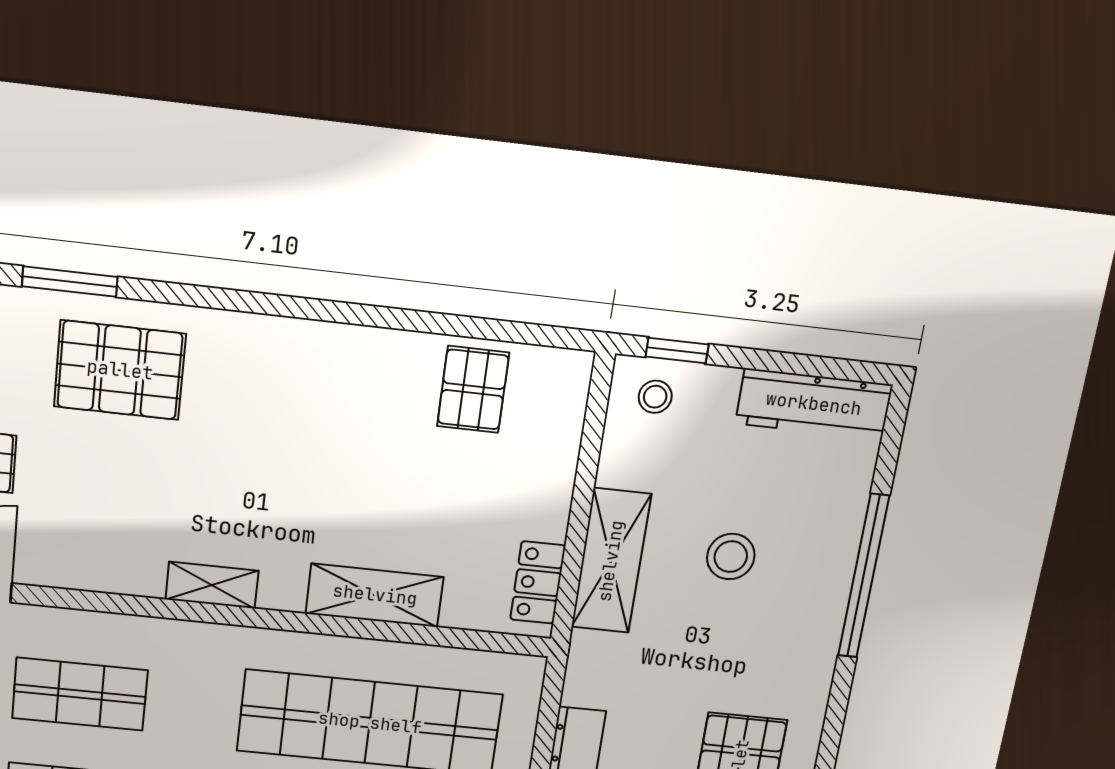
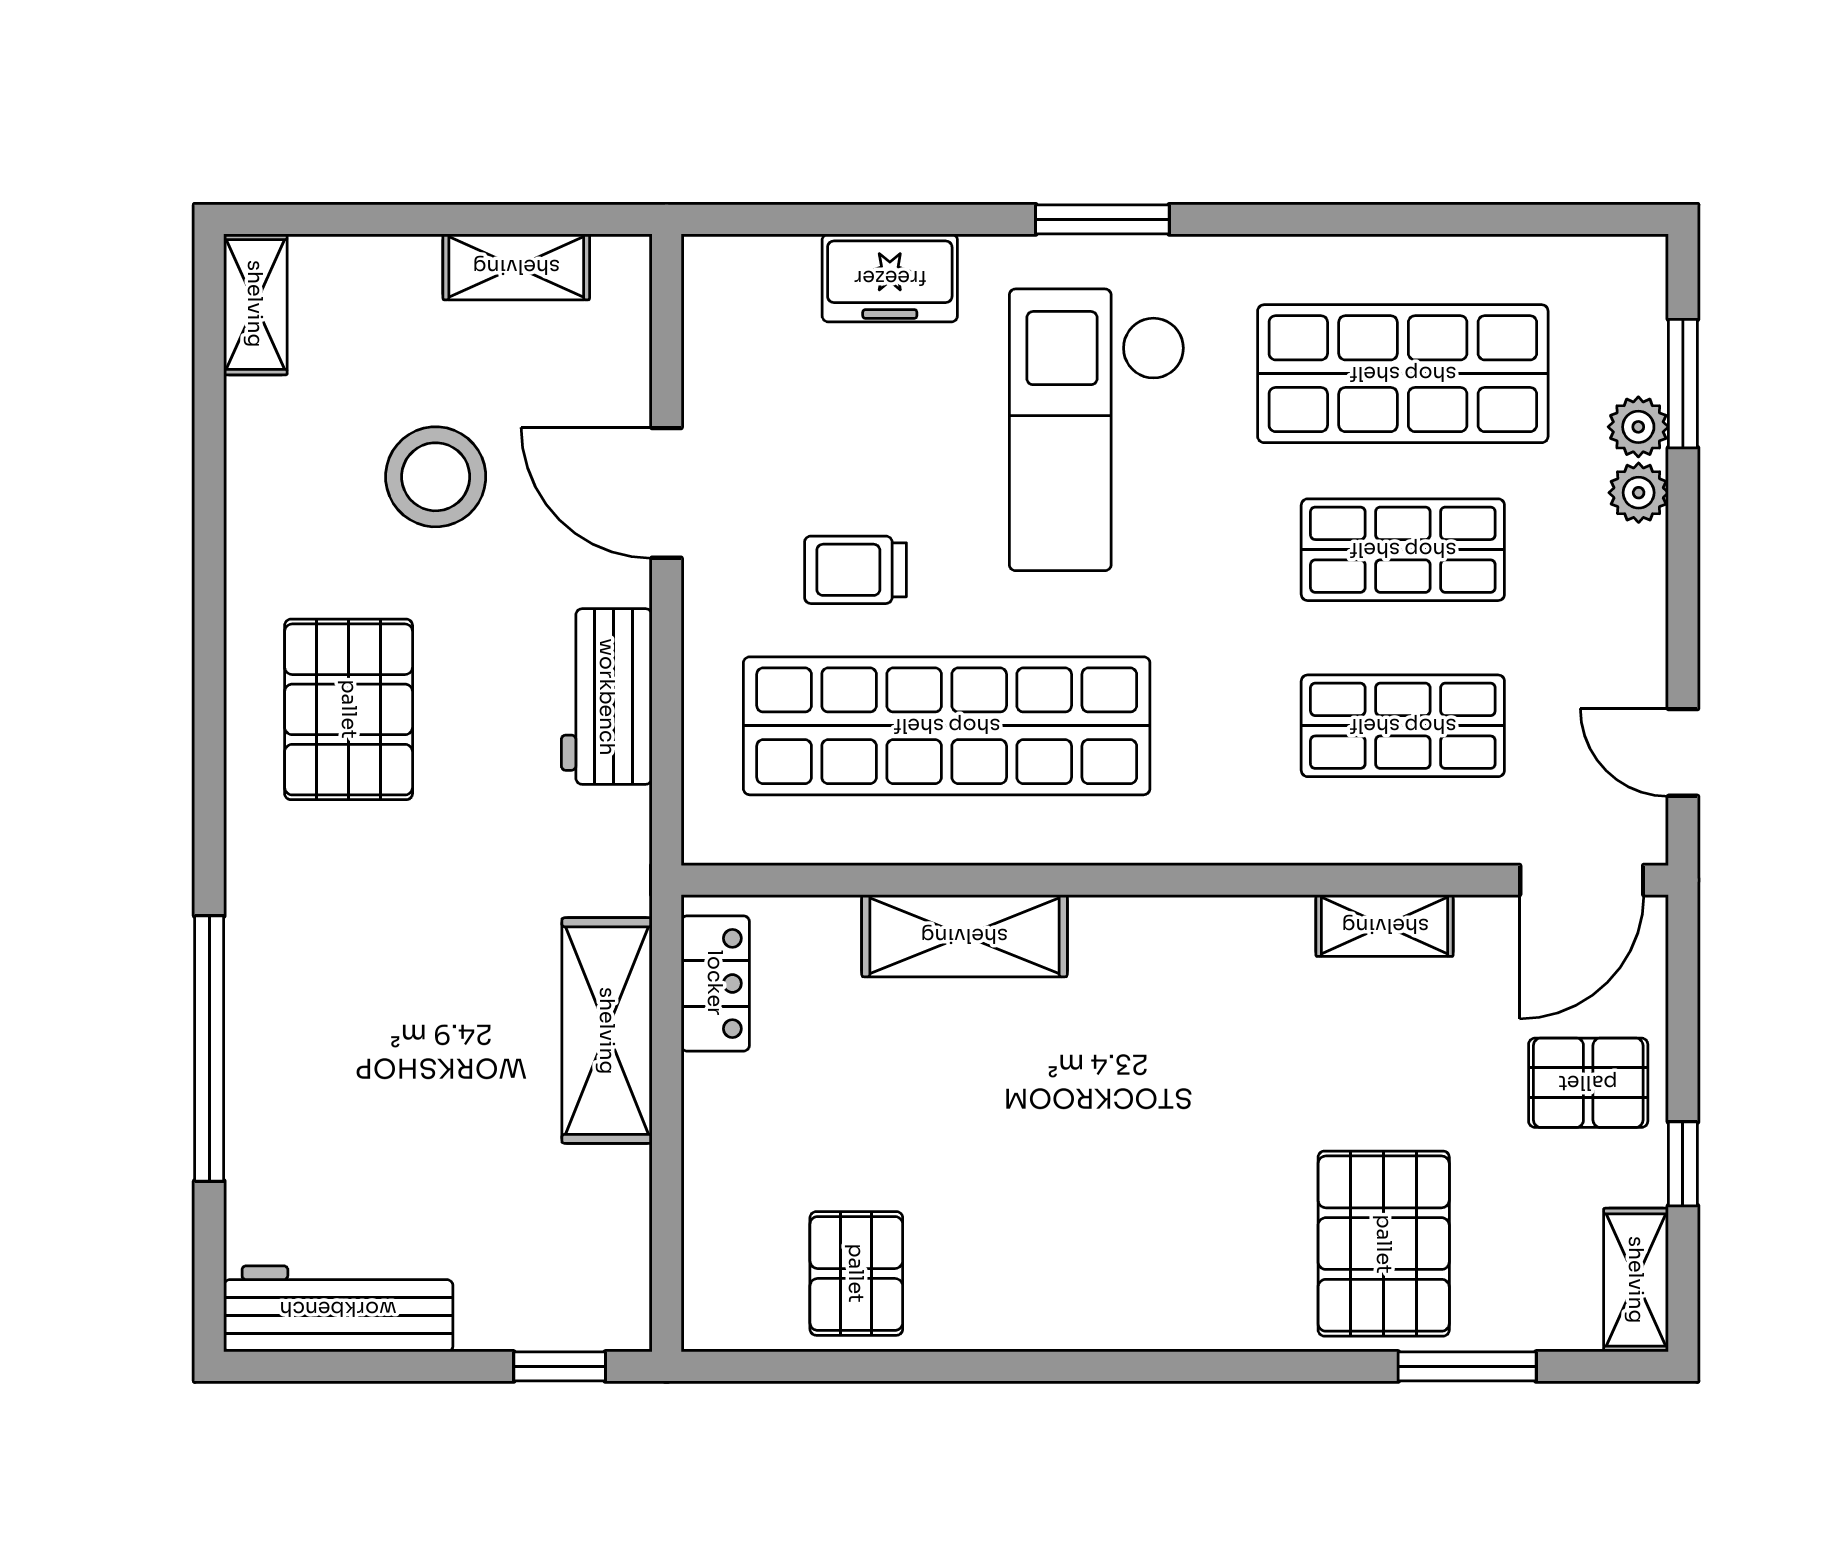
pallet: (120, 370) -> (1384, 1244), turned 90
stool: (655, 397) -> (581, 1293), removed
stool: (731, 557) -> (422, 1058), removed
shelving: (212, 585) -> (1385, 926), moved

